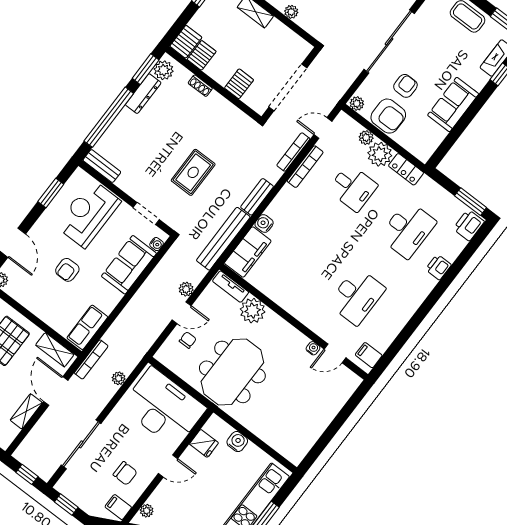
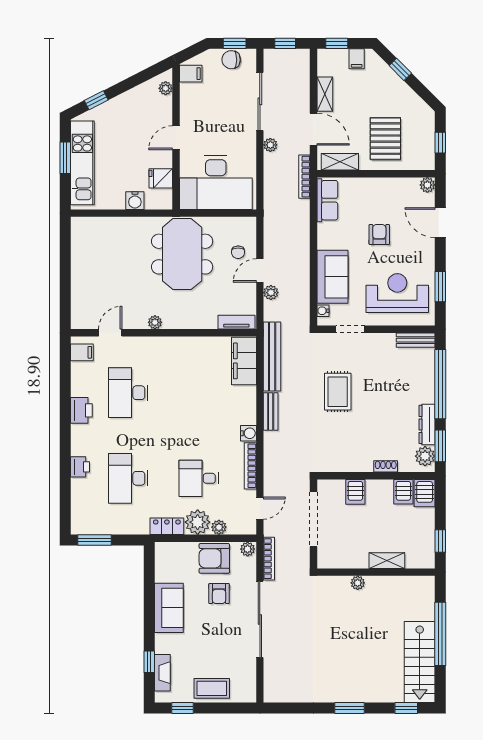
bookcase: (293, 152) -> (269, 559), moved
reception desk: (88, 214) -> (397, 293), turned -90
water cooler: (264, 224) -> (248, 433), moved
printer: (469, 225) -> (81, 410), moved
plant: (253, 311) -> (155, 322), moved, width x0.53, depth x0.53
water cooler: (313, 348) -> (131, 323), removed
plant: (119, 378) -> (270, 145), moved
chair: (125, 473) -> (231, 60), moved

